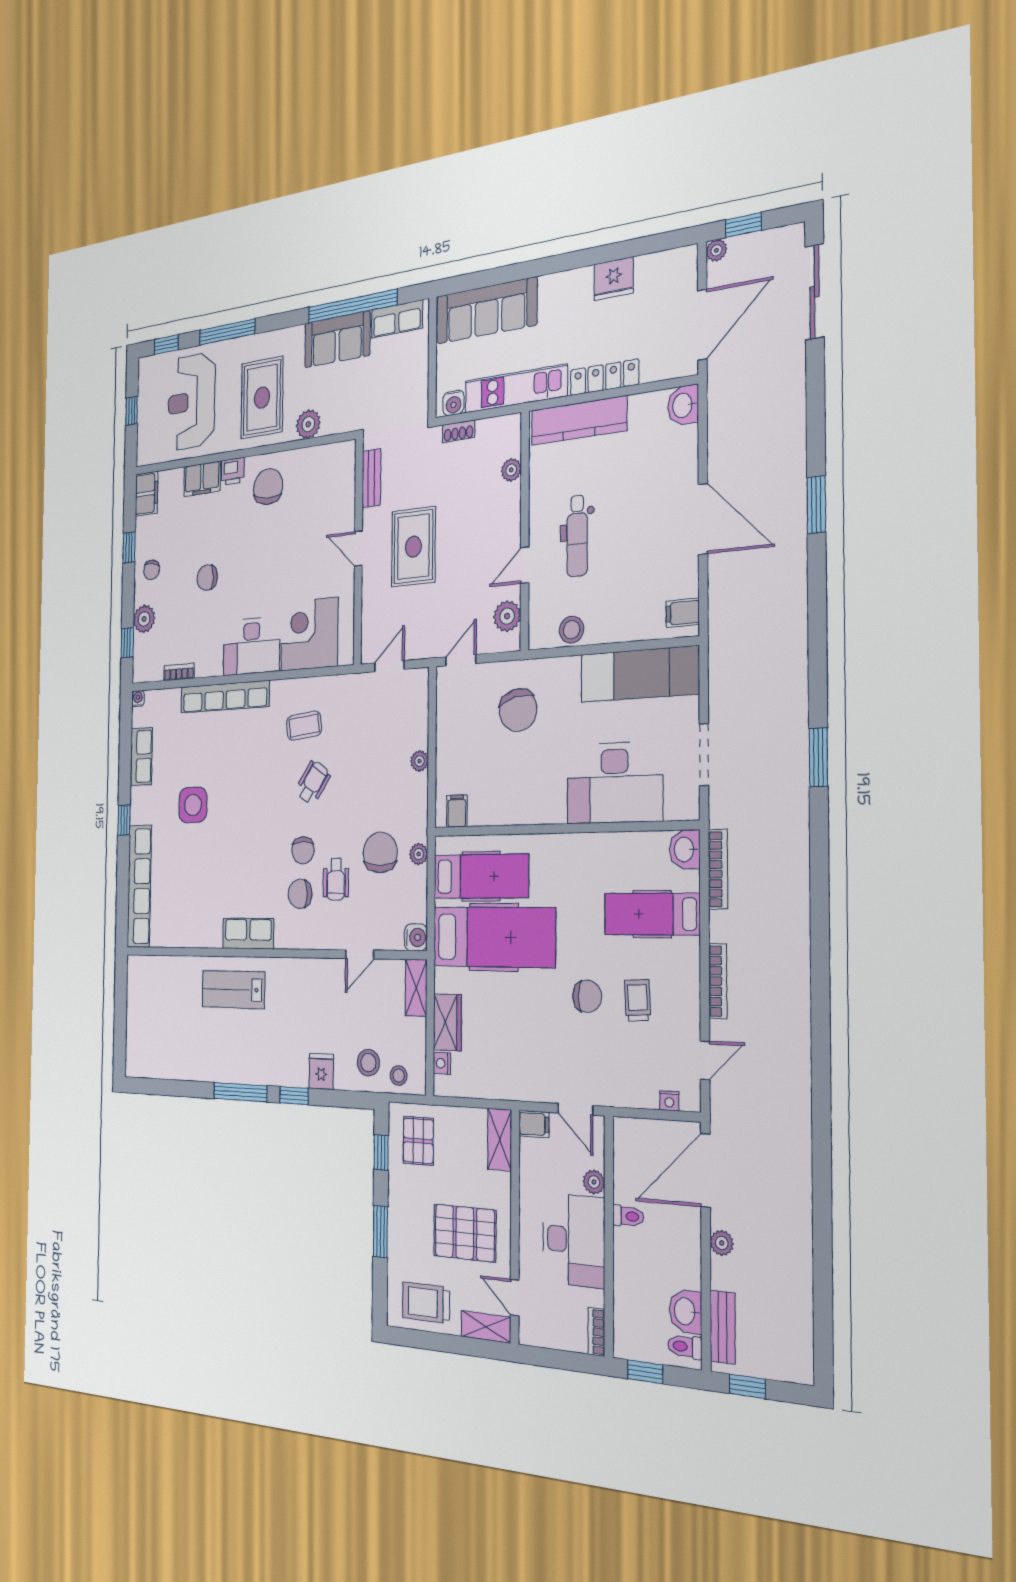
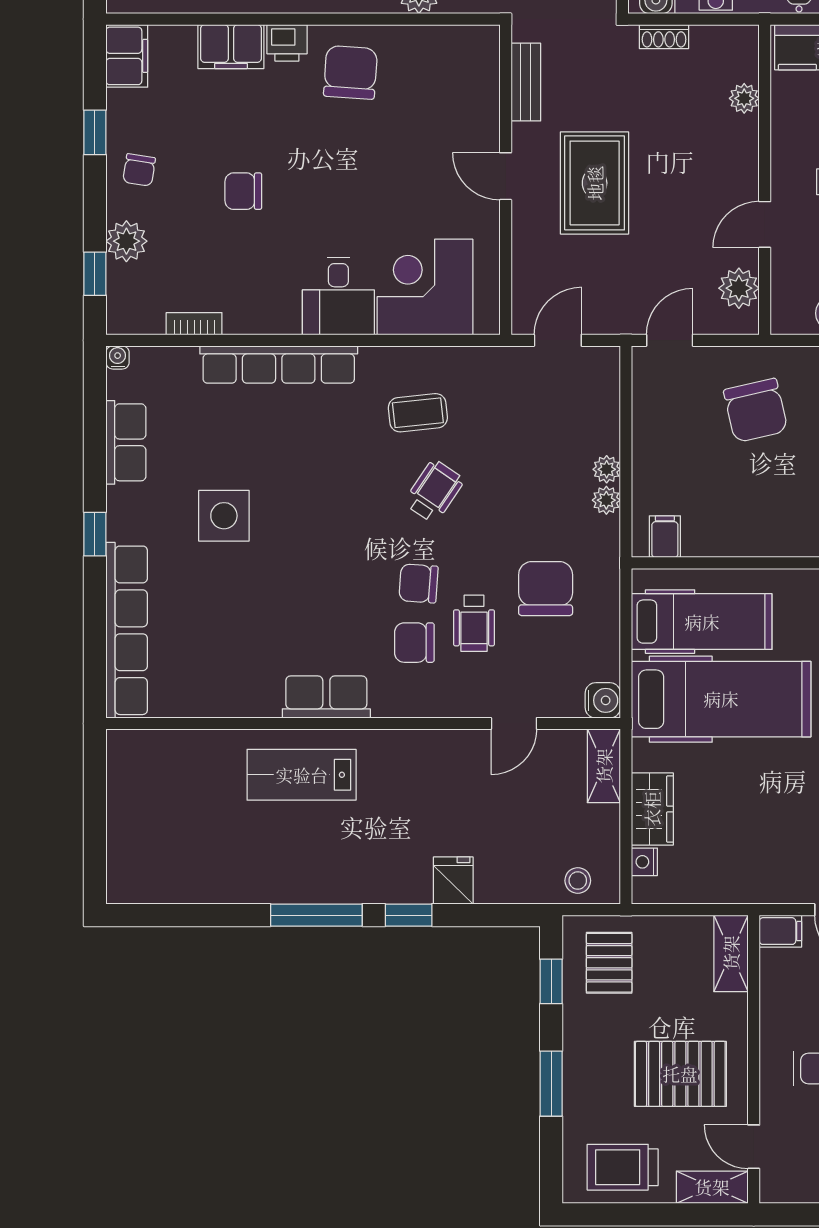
desk: (251, 646) -> (338, 296), width x0.73
chair: (303, 850) -> (419, 583), turned 94
plant: (419, 854) -> (606, 500), moved
stool: (368, 1063) -> (530, 866), removed

